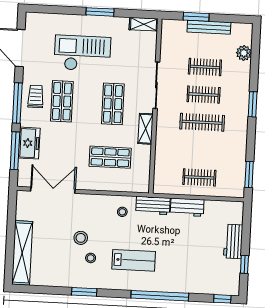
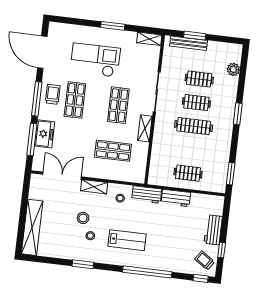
bench: (209, 27) -> (189, 43), moved
shelving: (91, 201) -> (94, 187), added
trolley: (226, 278) -> (205, 260), added

